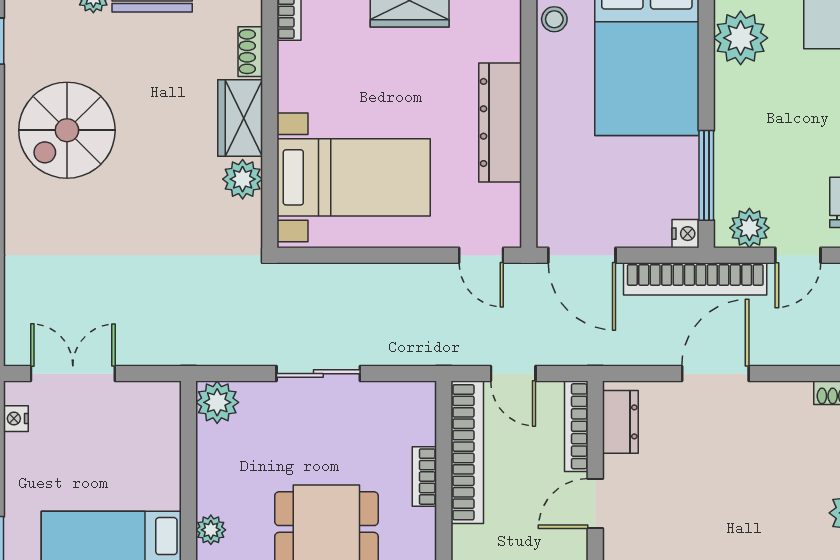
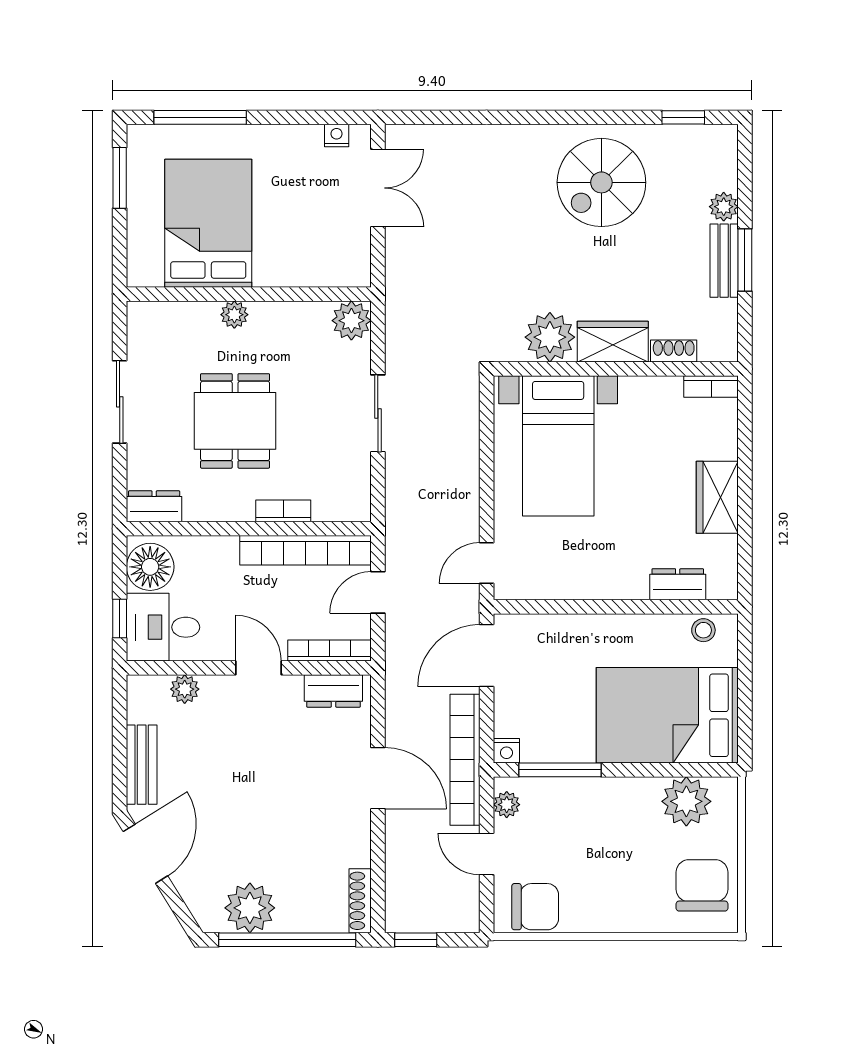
dresser: (500, 122) -> (678, 584), moved, width x0.51, depth x0.80
spiral stairs: (67, 130) -> (601, 182), turned -90
plant: (243, 179) -> (550, 337), width x1.36, depth x1.36
plant: (749, 228) -> (507, 805), width x0.73, depth x0.73

